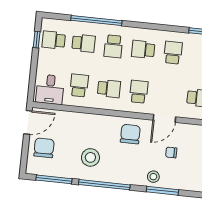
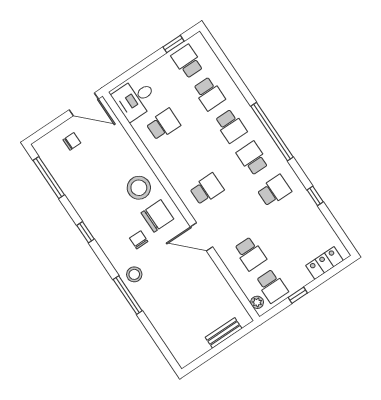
window: (96, 21) -> (272, 132), moved
school desk: (113, 46) -> (231, 126), turned -90
school desk: (109, 89) -> (185, 157), removed
chair: (44, 148) -> (72, 141), width x0.54, depth x0.54
chair: (171, 152) -> (139, 240), moved
stool: (90, 157) -> (139, 188), moved
window: (104, 185) -> (85, 232), width x0.32

